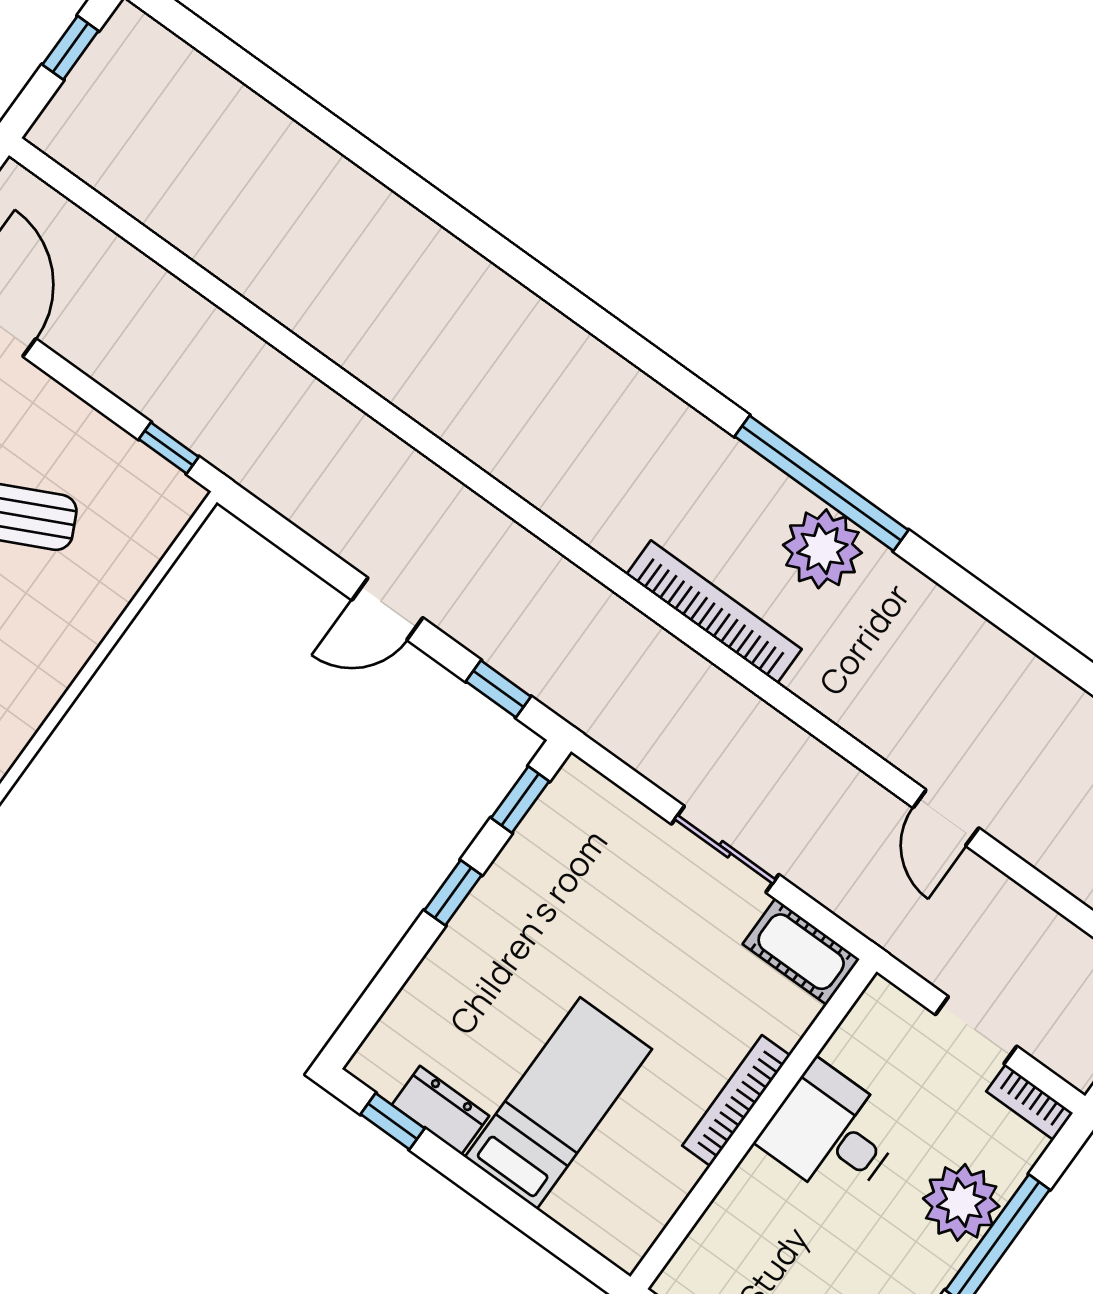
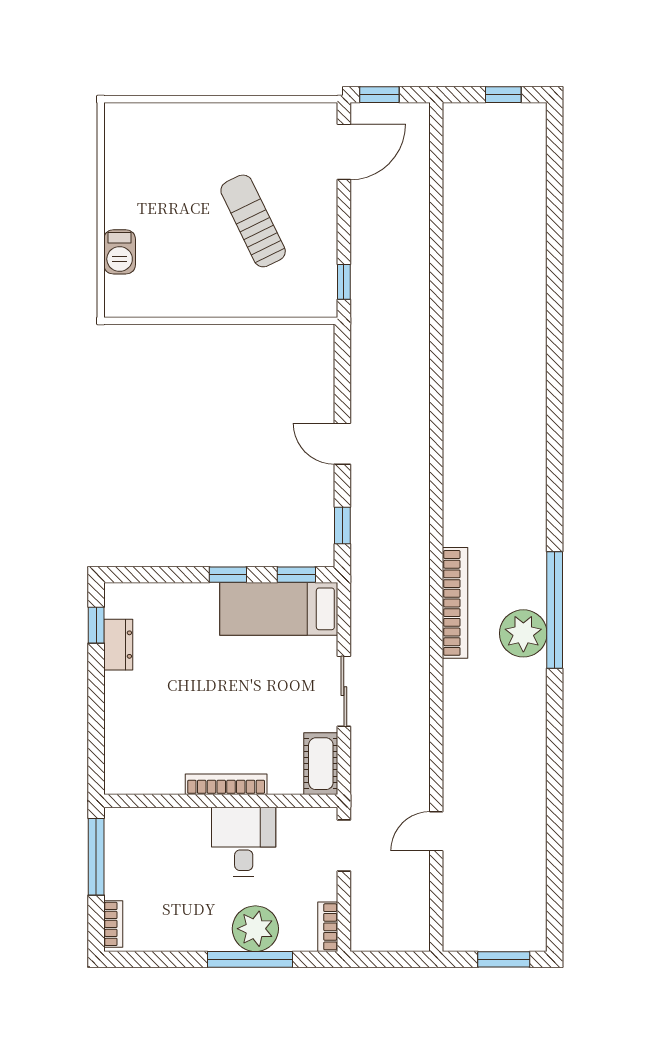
door: (946, 818) -> (436, 831), moved
doorway: (976, 1030) -> (344, 845), moved
bed: (558, 1103) -> (279, 609), moved, turned 180

